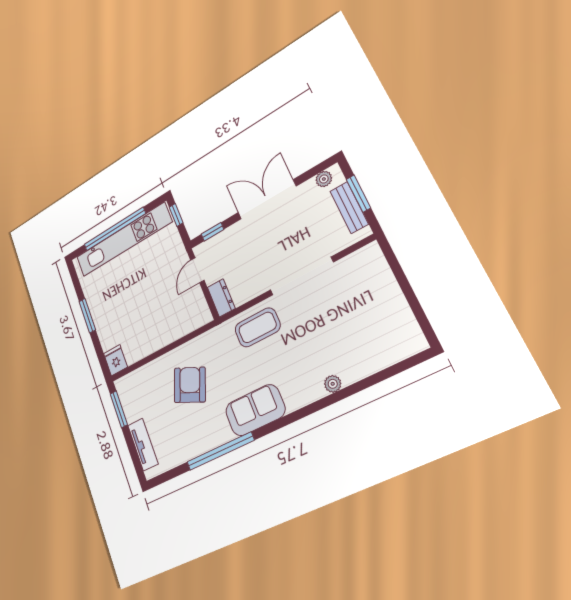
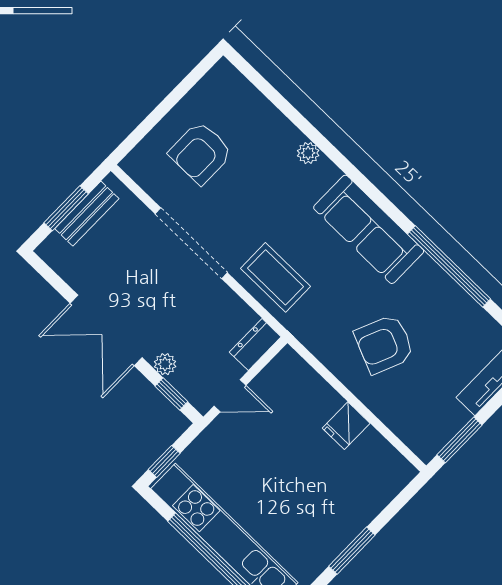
plant: (324, 179) -> (165, 364), moved
armchair: (362, 304) -> (201, 153), added
fridge: (116, 360) -> (346, 426), moved
sofa: (255, 410) -> (369, 229), width x1.36

